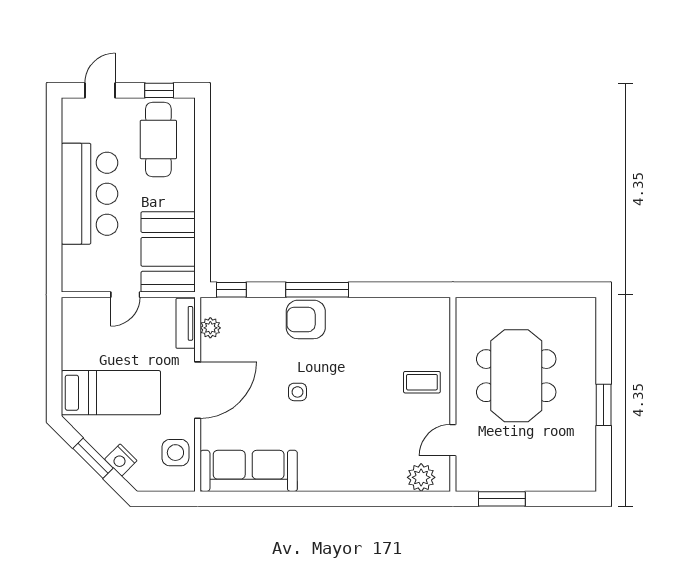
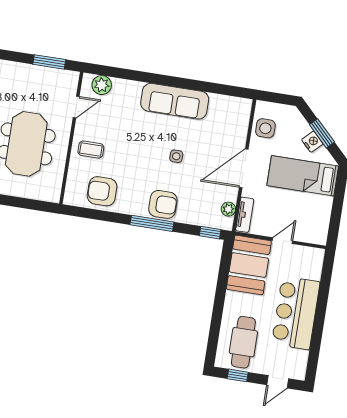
armchair: (396, 325) -> (102, 191), added
nightstand: (121, 460) -> (312, 142), moved
sofa: (249, 471) -> (175, 101), moved

